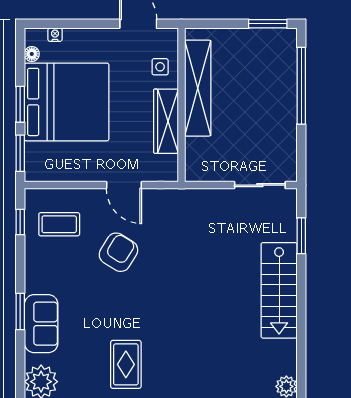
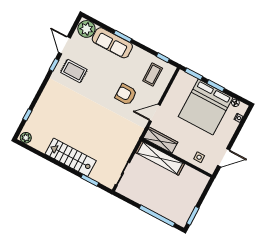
shelving: (198, 88) -> (160, 158), moved
wardrobe: (166, 121) -> (160, 140), moved
armchair: (118, 252) -> (126, 94), turned 148
sofa: (41, 324) -> (112, 43), width x1.36

